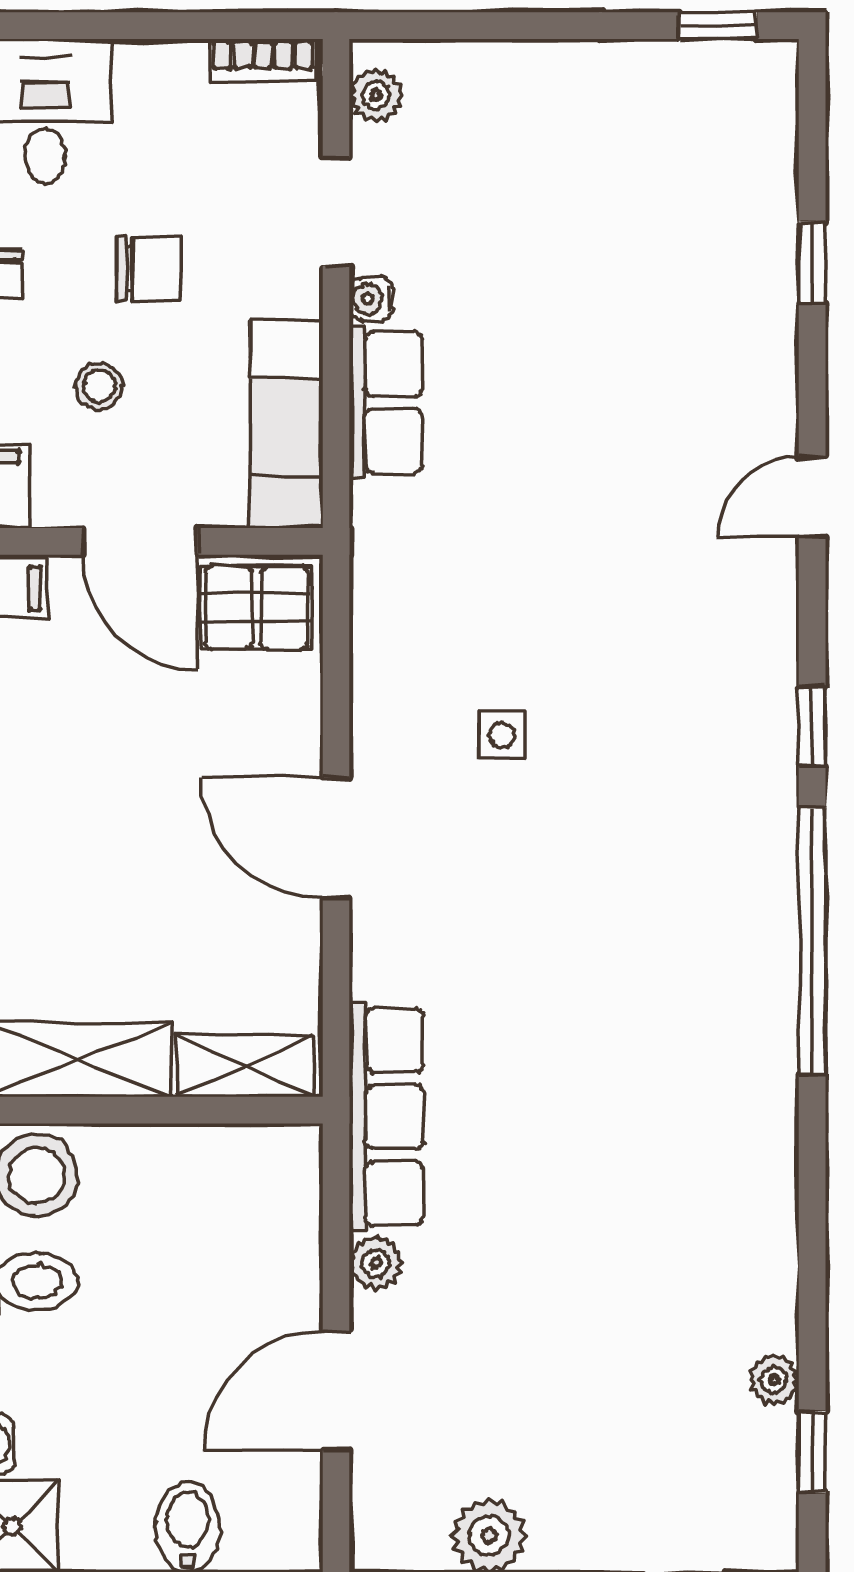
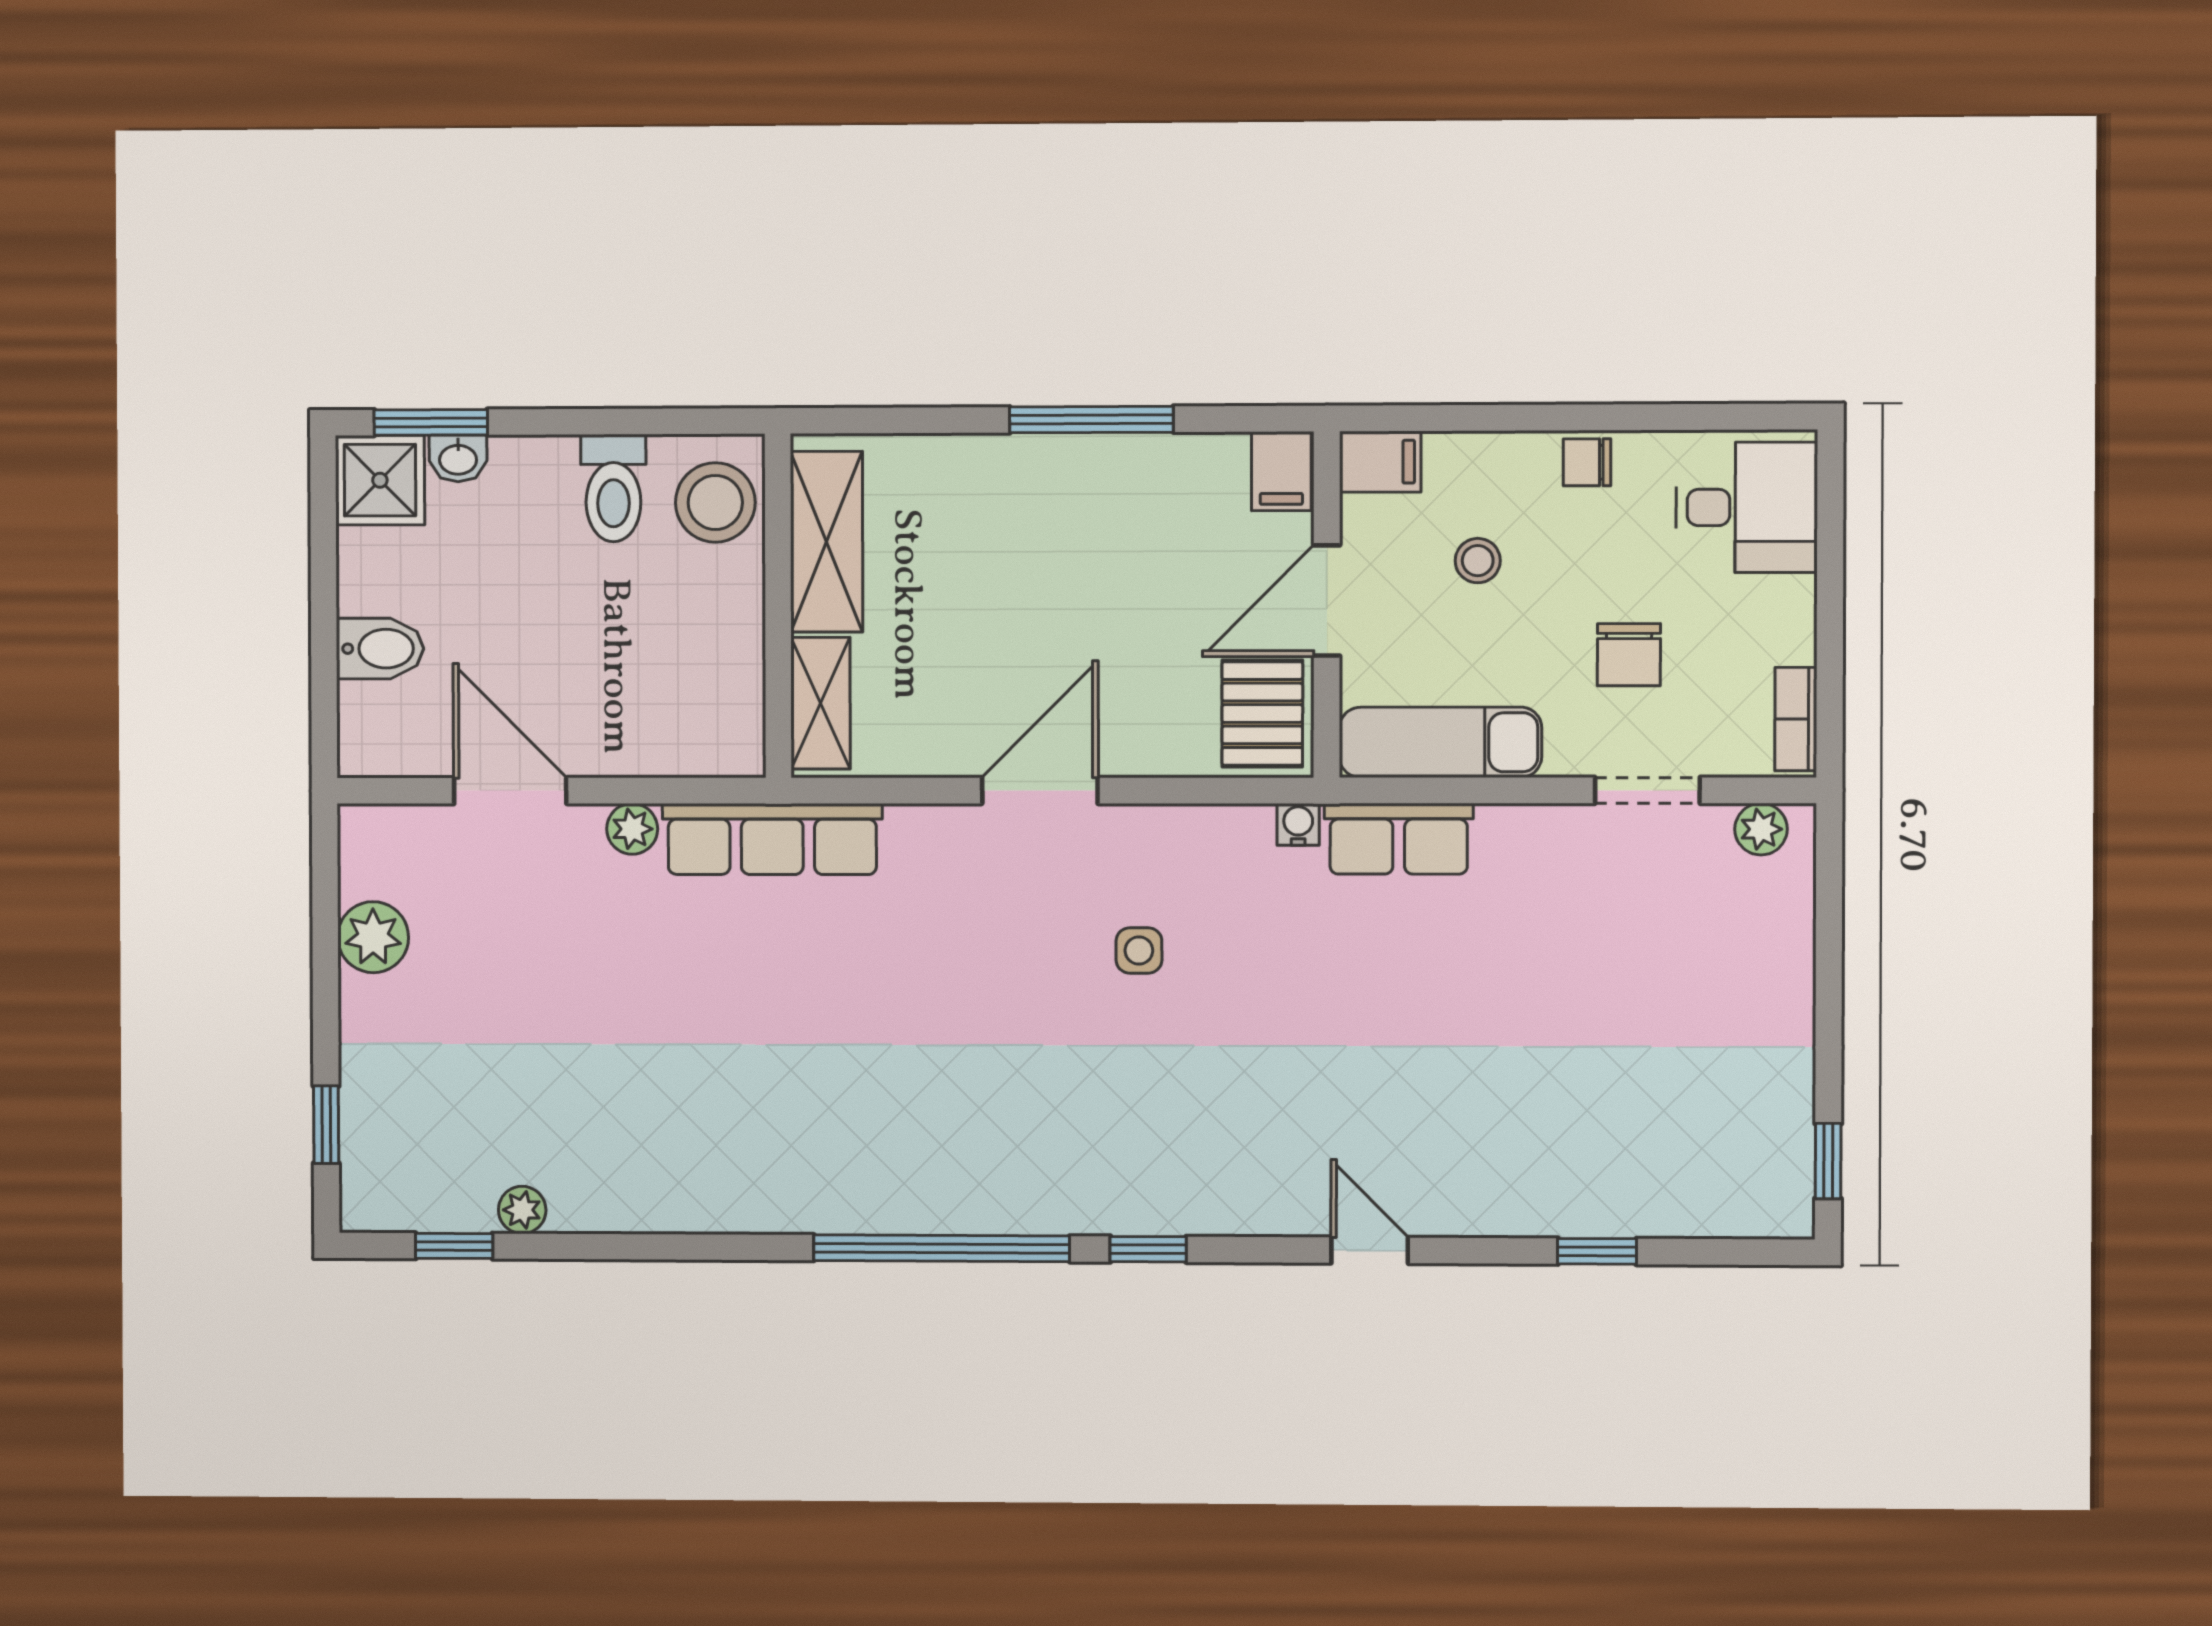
chair: (149, 268) -> (1629, 655), moved
water cooler: (371, 299) -> (1298, 824), moved
row of seats: (386, 403) -> (1399, 839), moved

